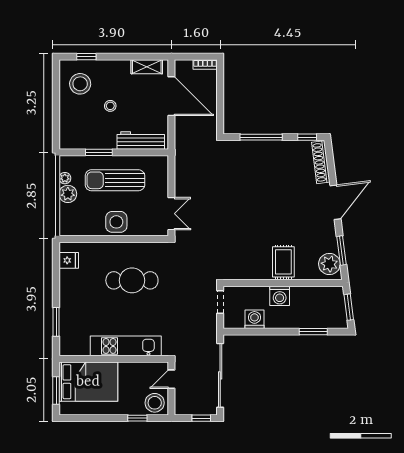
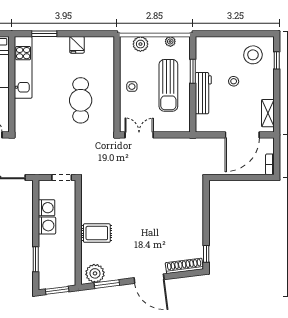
window: (261, 137) -> (206, 214), removed
workbench: (141, 140) -> (203, 93), moved
sun lounger: (115, 180) -> (168, 85), turned 180
plant: (68, 194) -> (140, 44), moved
double door: (171, 214) -> (139, 135), swing flipped
side table: (116, 222) -> (132, 87), width x0.54, depth x0.54
fridge: (69, 260) -> (77, 45), moved
washing machine: (280, 296) -> (47, 226), moved, turned 180
kitchen unit: (126, 346) -> (23, 67), moved

